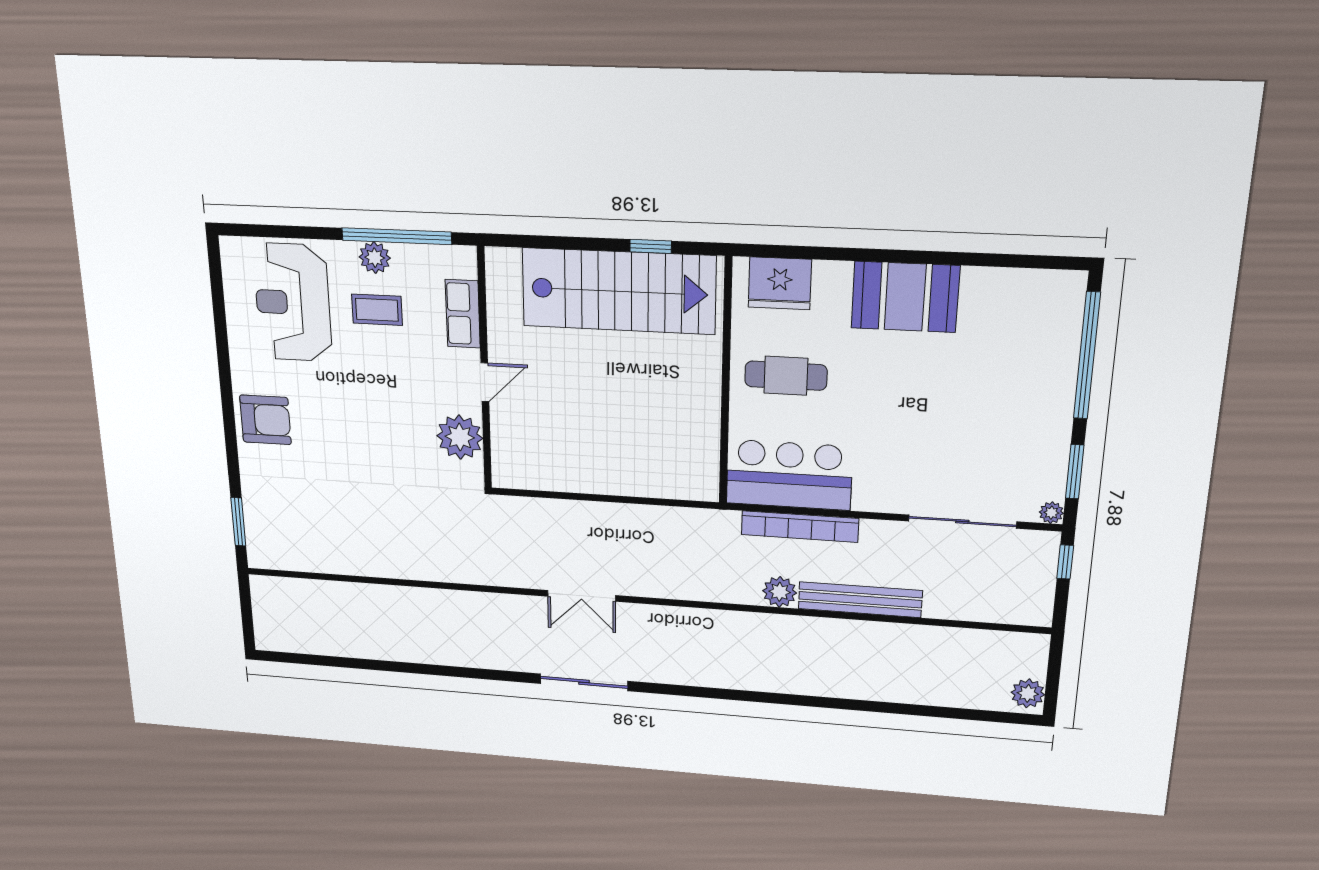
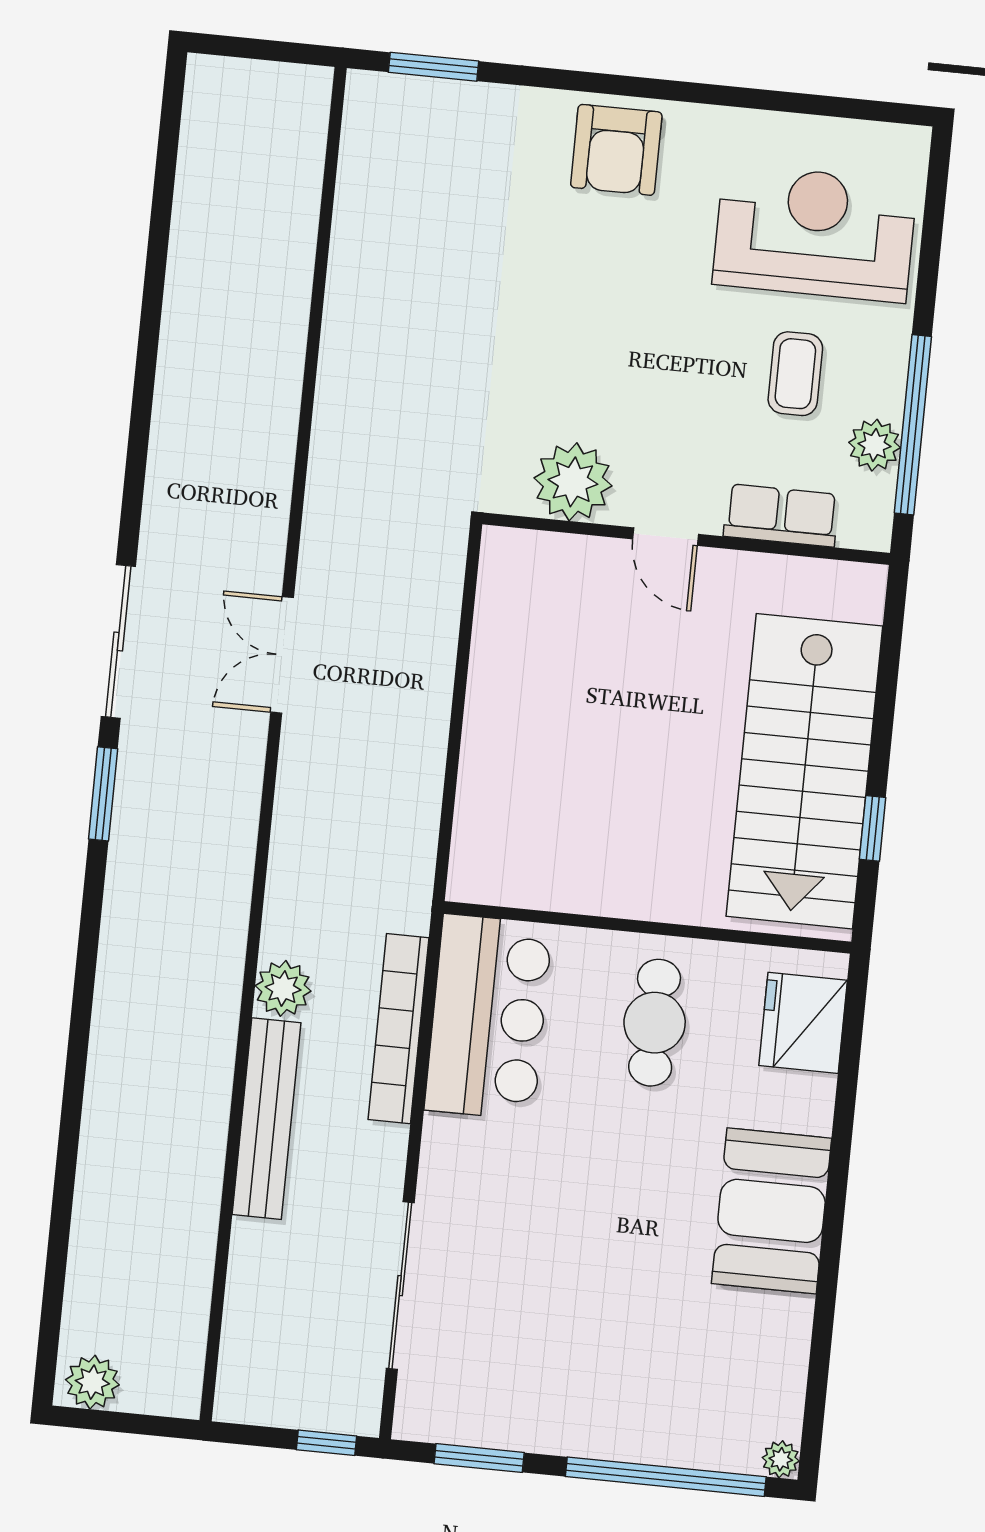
plant: (375, 258) -> (875, 445), moved
plant: (1051, 513) -> (781, 1459), moved
window: (672, 690) -> (103, 794), added

